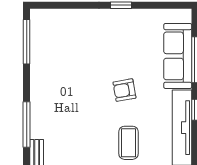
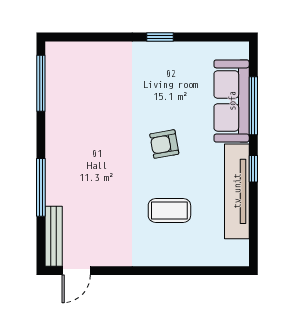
coffee table: (129, 143) -> (169, 210), turned 90

